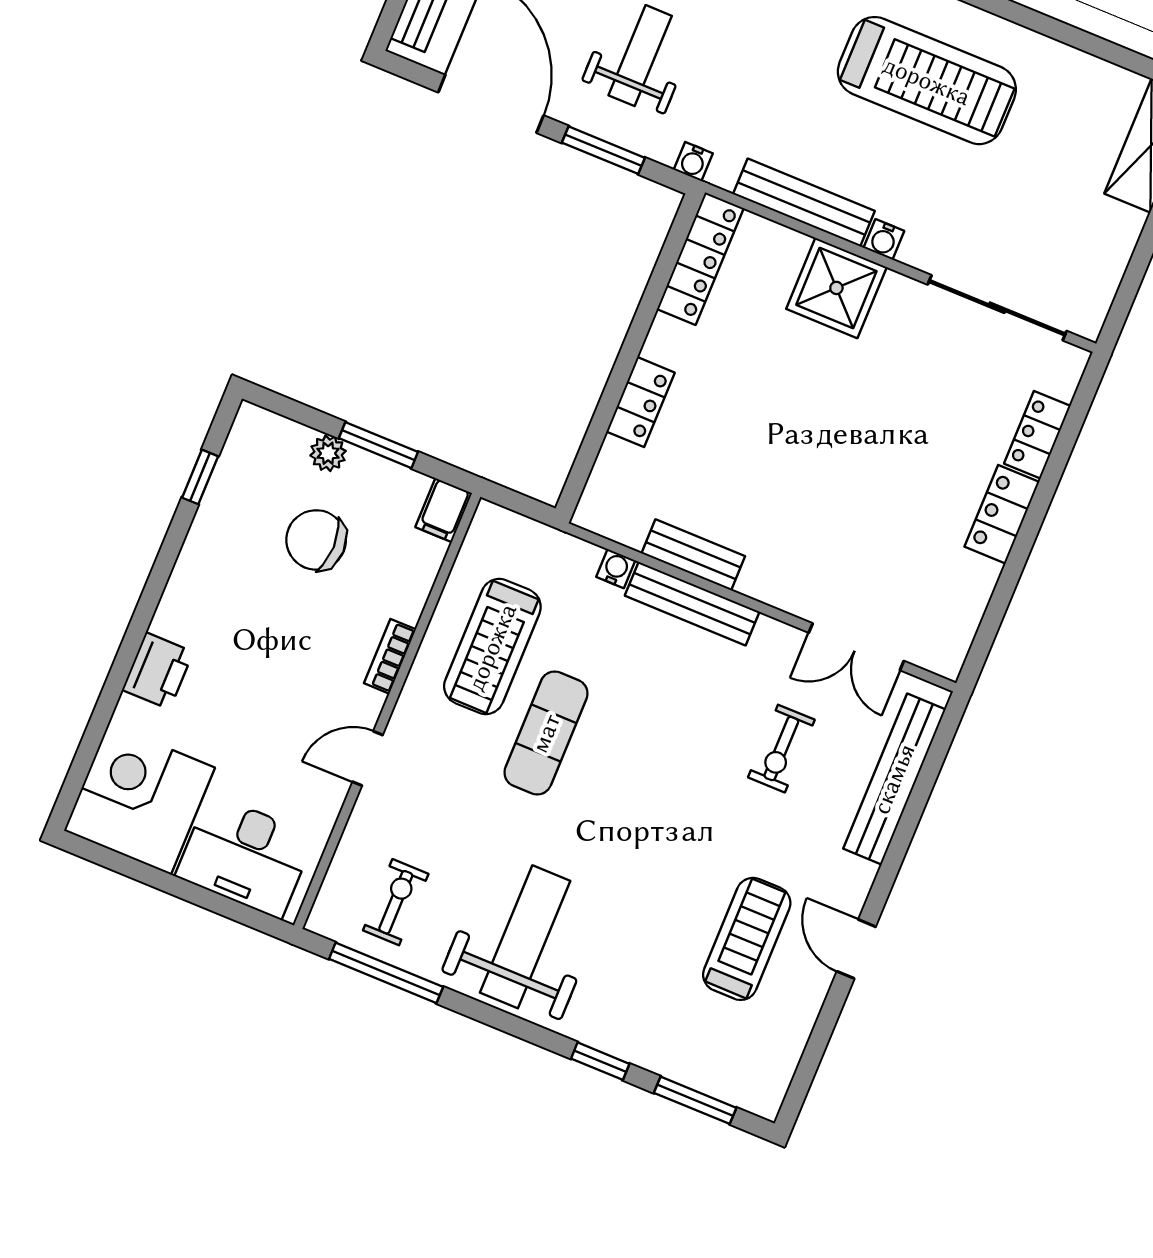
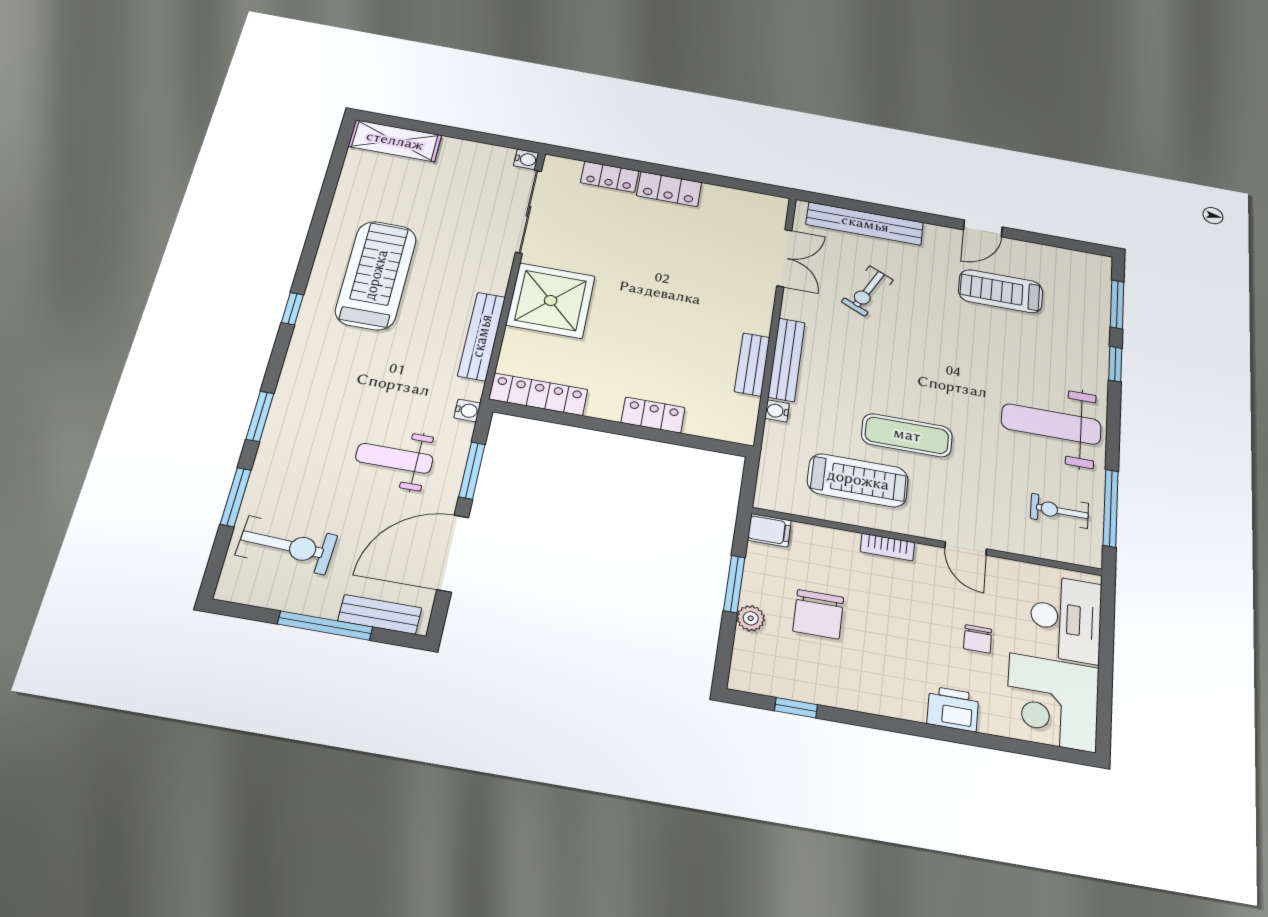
water cooler: (884, 239) -> (526, 159), moved
shower: (836, 288) -> (551, 300), width x1.37, depth x1.37
chair: (242, 733) -> (978, 639), added
exercise bike: (781, 749) -> (867, 291), turned 116

